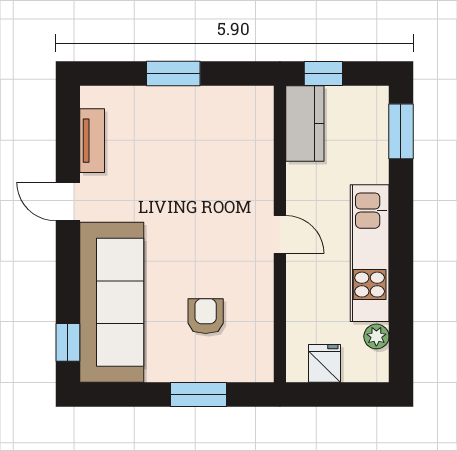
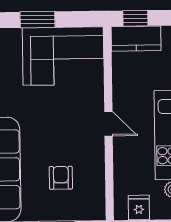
kitchen counter: (305, 123) -> (136, 39), moved, turned 90
corner sofa: (212, 130) -> (63, 56), added

